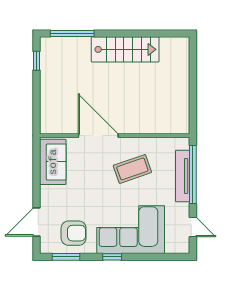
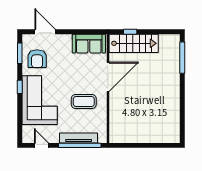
stairs: (125, 49) -> (134, 43), moved, turned -90
window: (36, 61) -> (130, 32), moved
coffee table: (132, 169) -> (84, 101), turned -71
door: (193, 227) -> (42, 145), swing flipped

